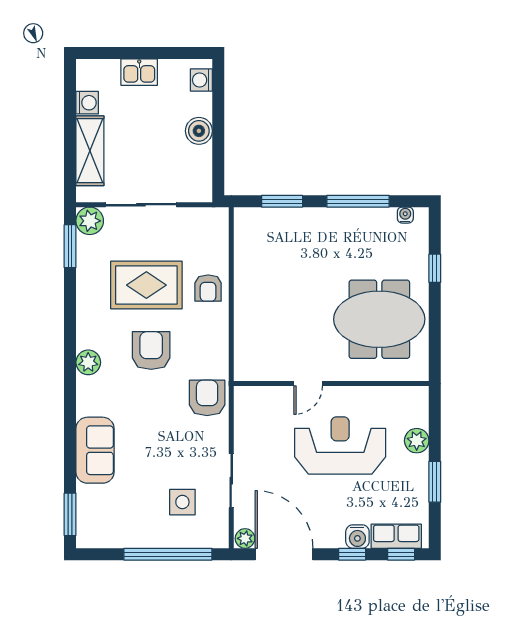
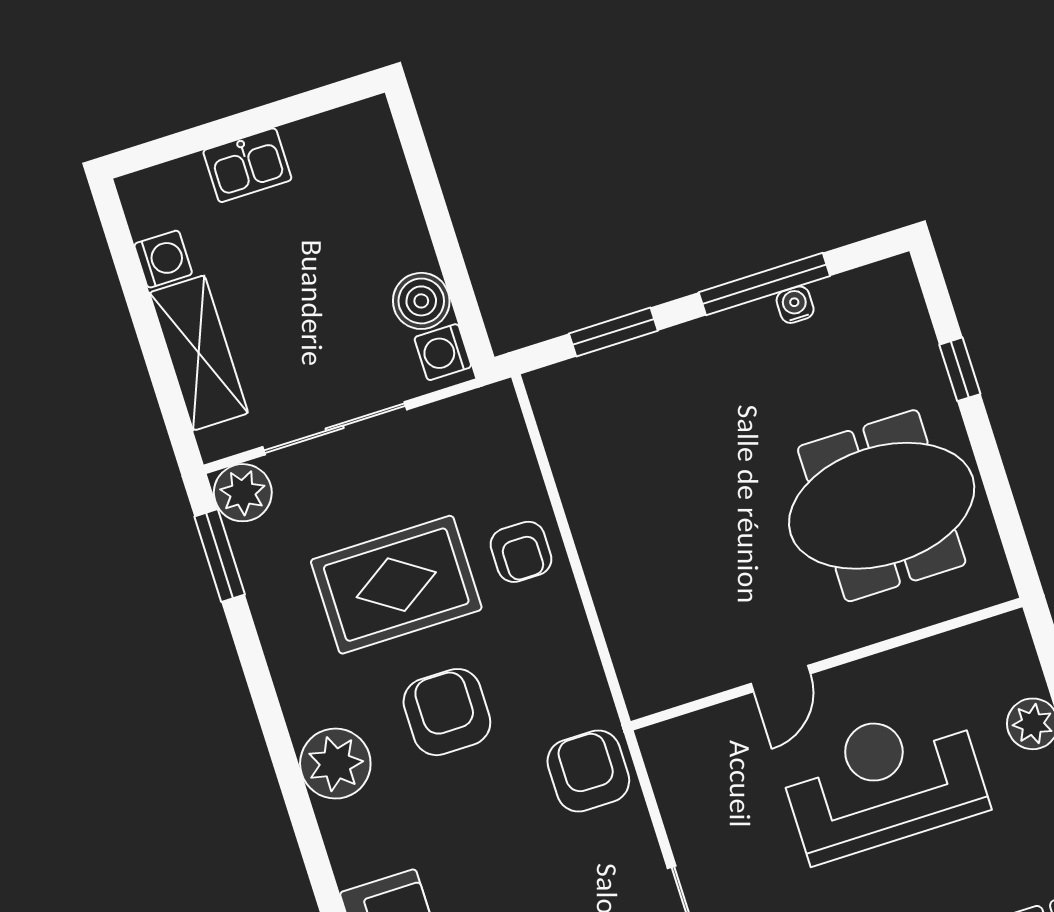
washing machine: (201, 80) -> (443, 352), moved
boiler: (199, 131) -> (421, 301), moved
water cooler: (405, 215) -> (795, 305), moved
plant: (88, 362) -> (335, 764), width x1.36, depth x1.36

